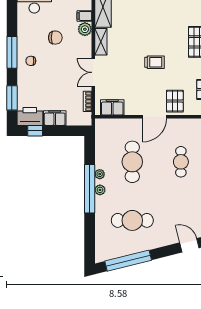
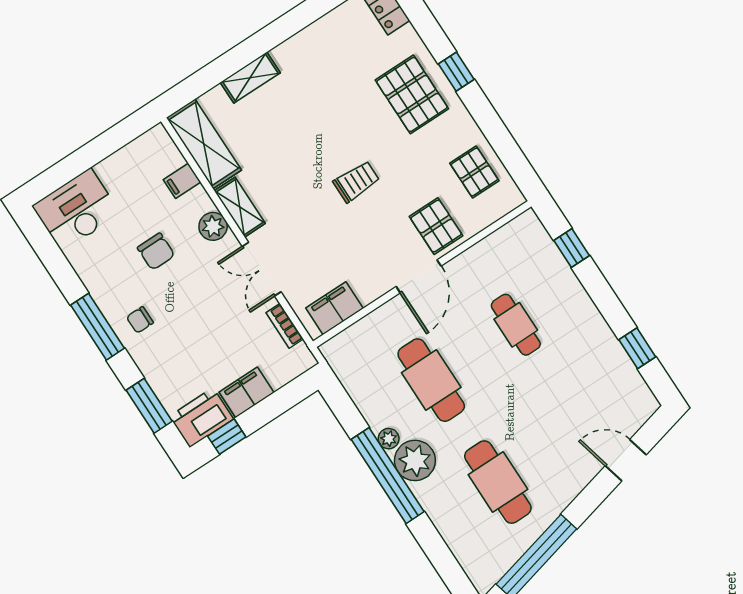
plant: (85, 29) -> (213, 226), moved
chair: (55, 38) -> (156, 252), turned 90
plant: (100, 190) -> (415, 460), width x1.87, depth x1.87
cafe table: (132, 220) -> (498, 482), turned 90

